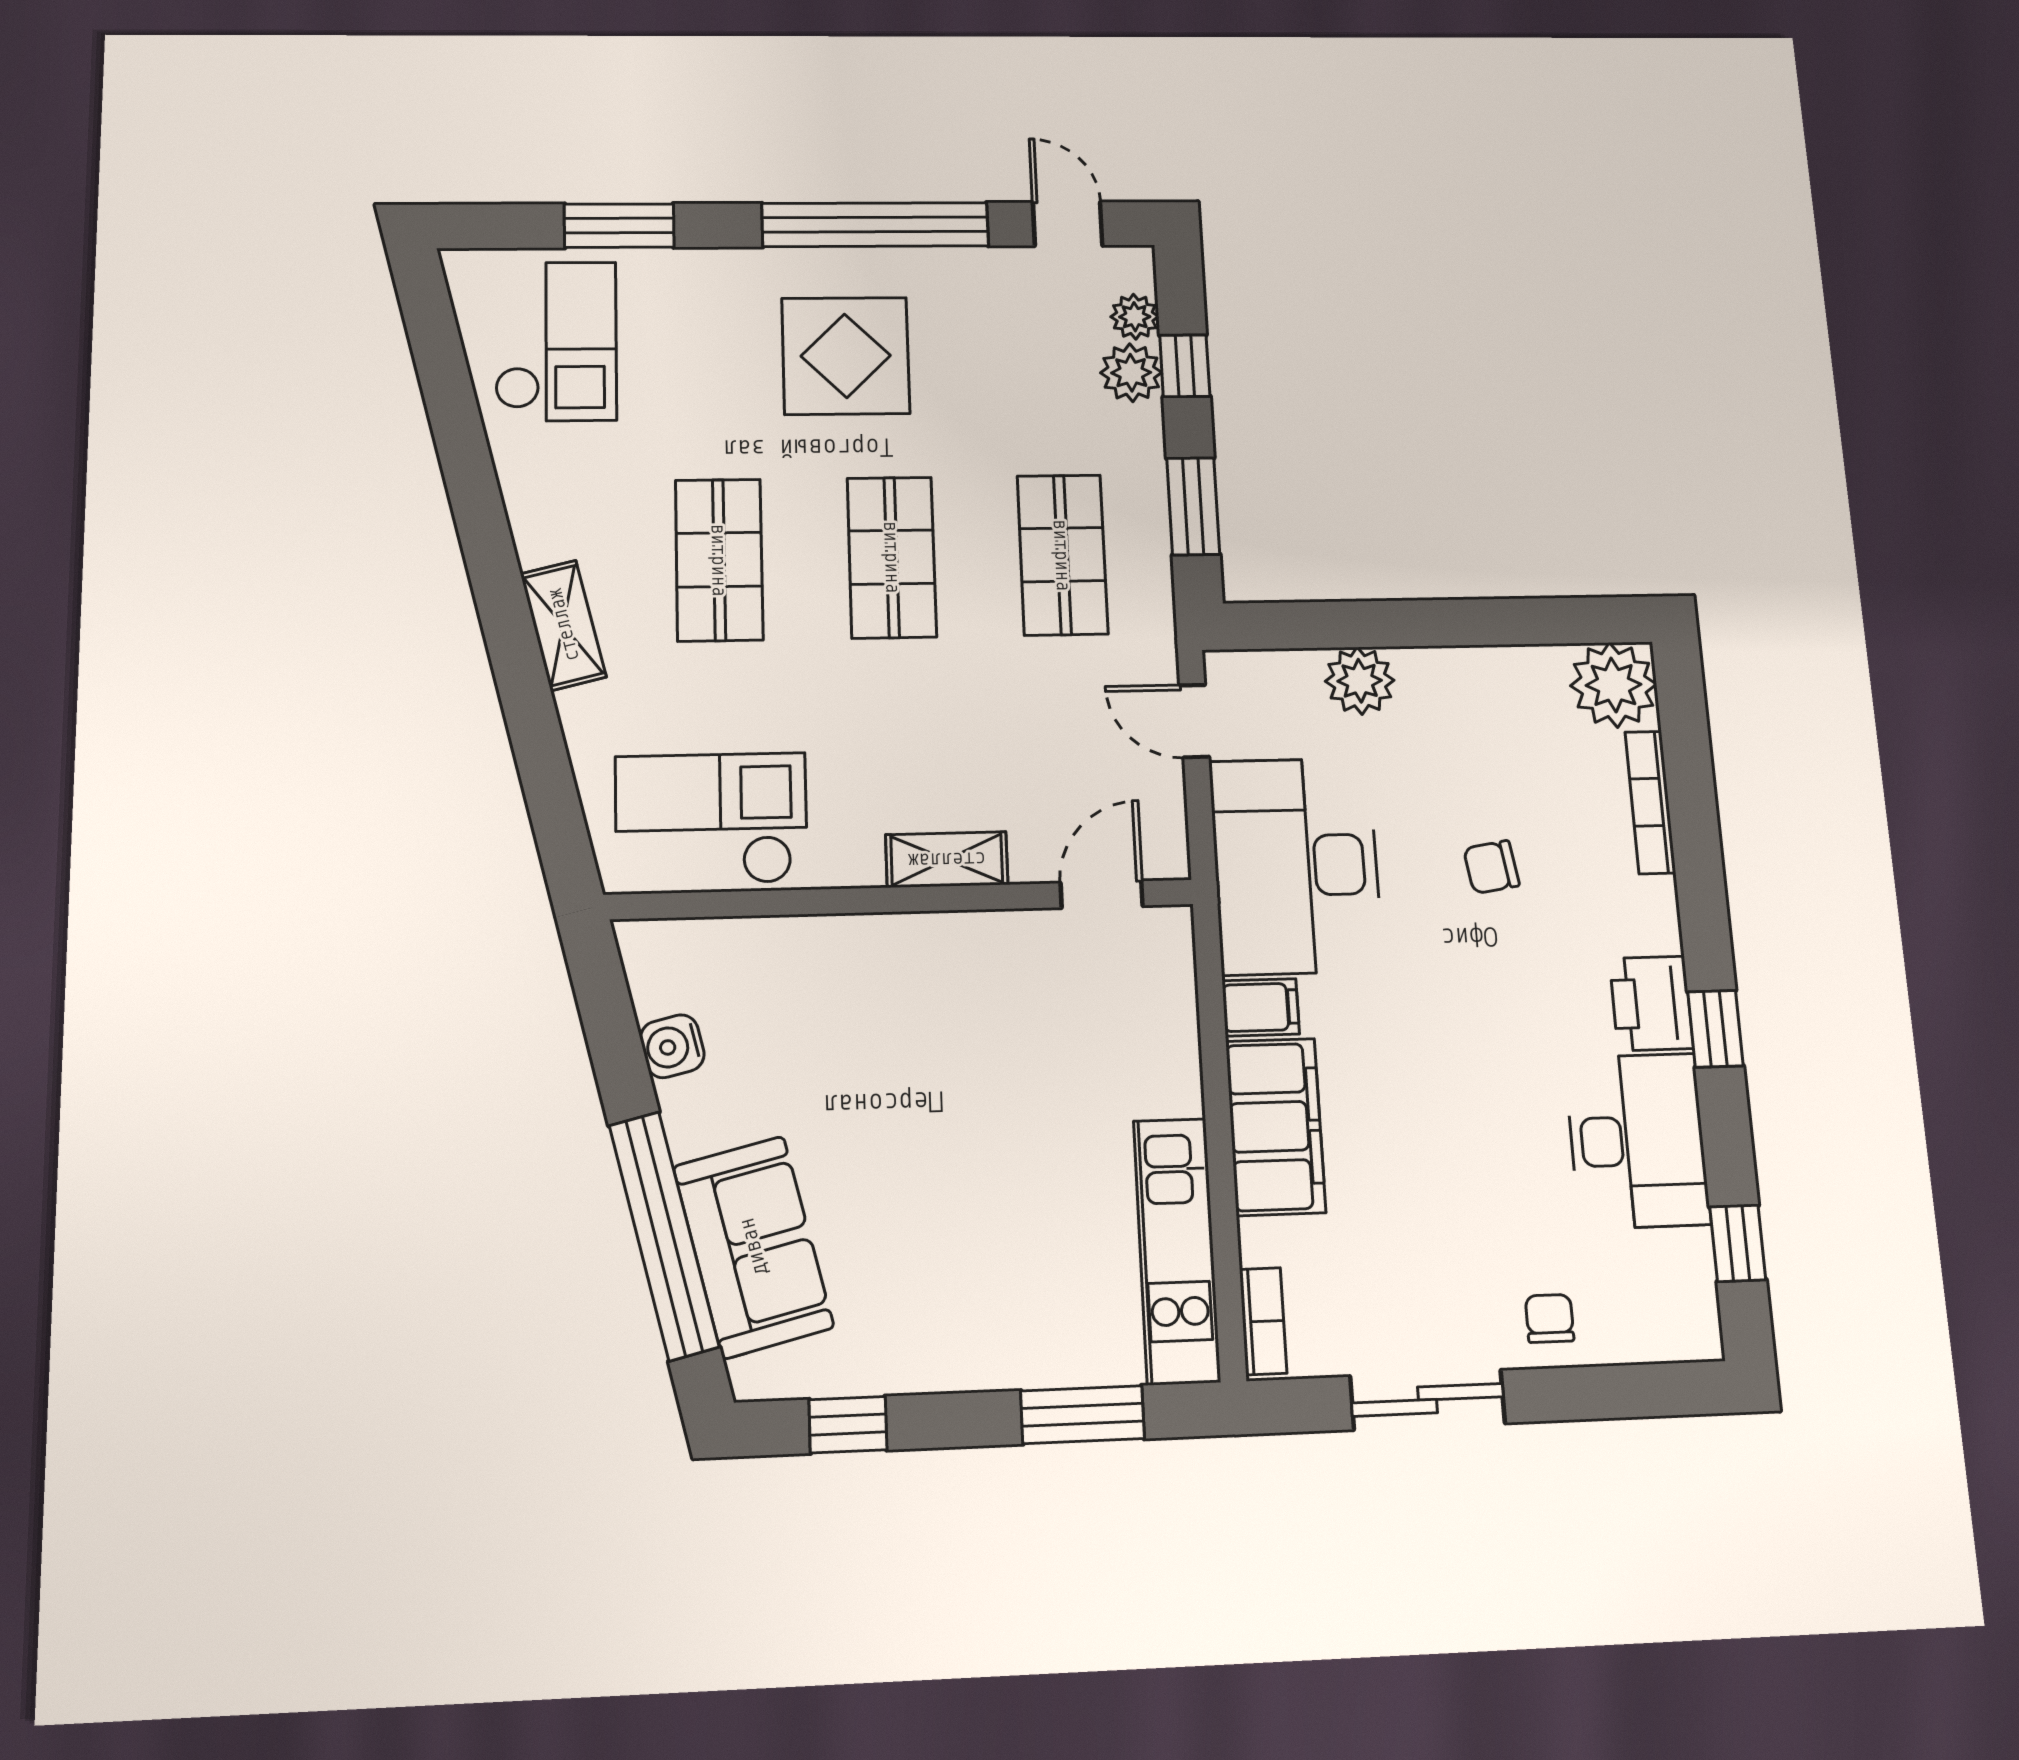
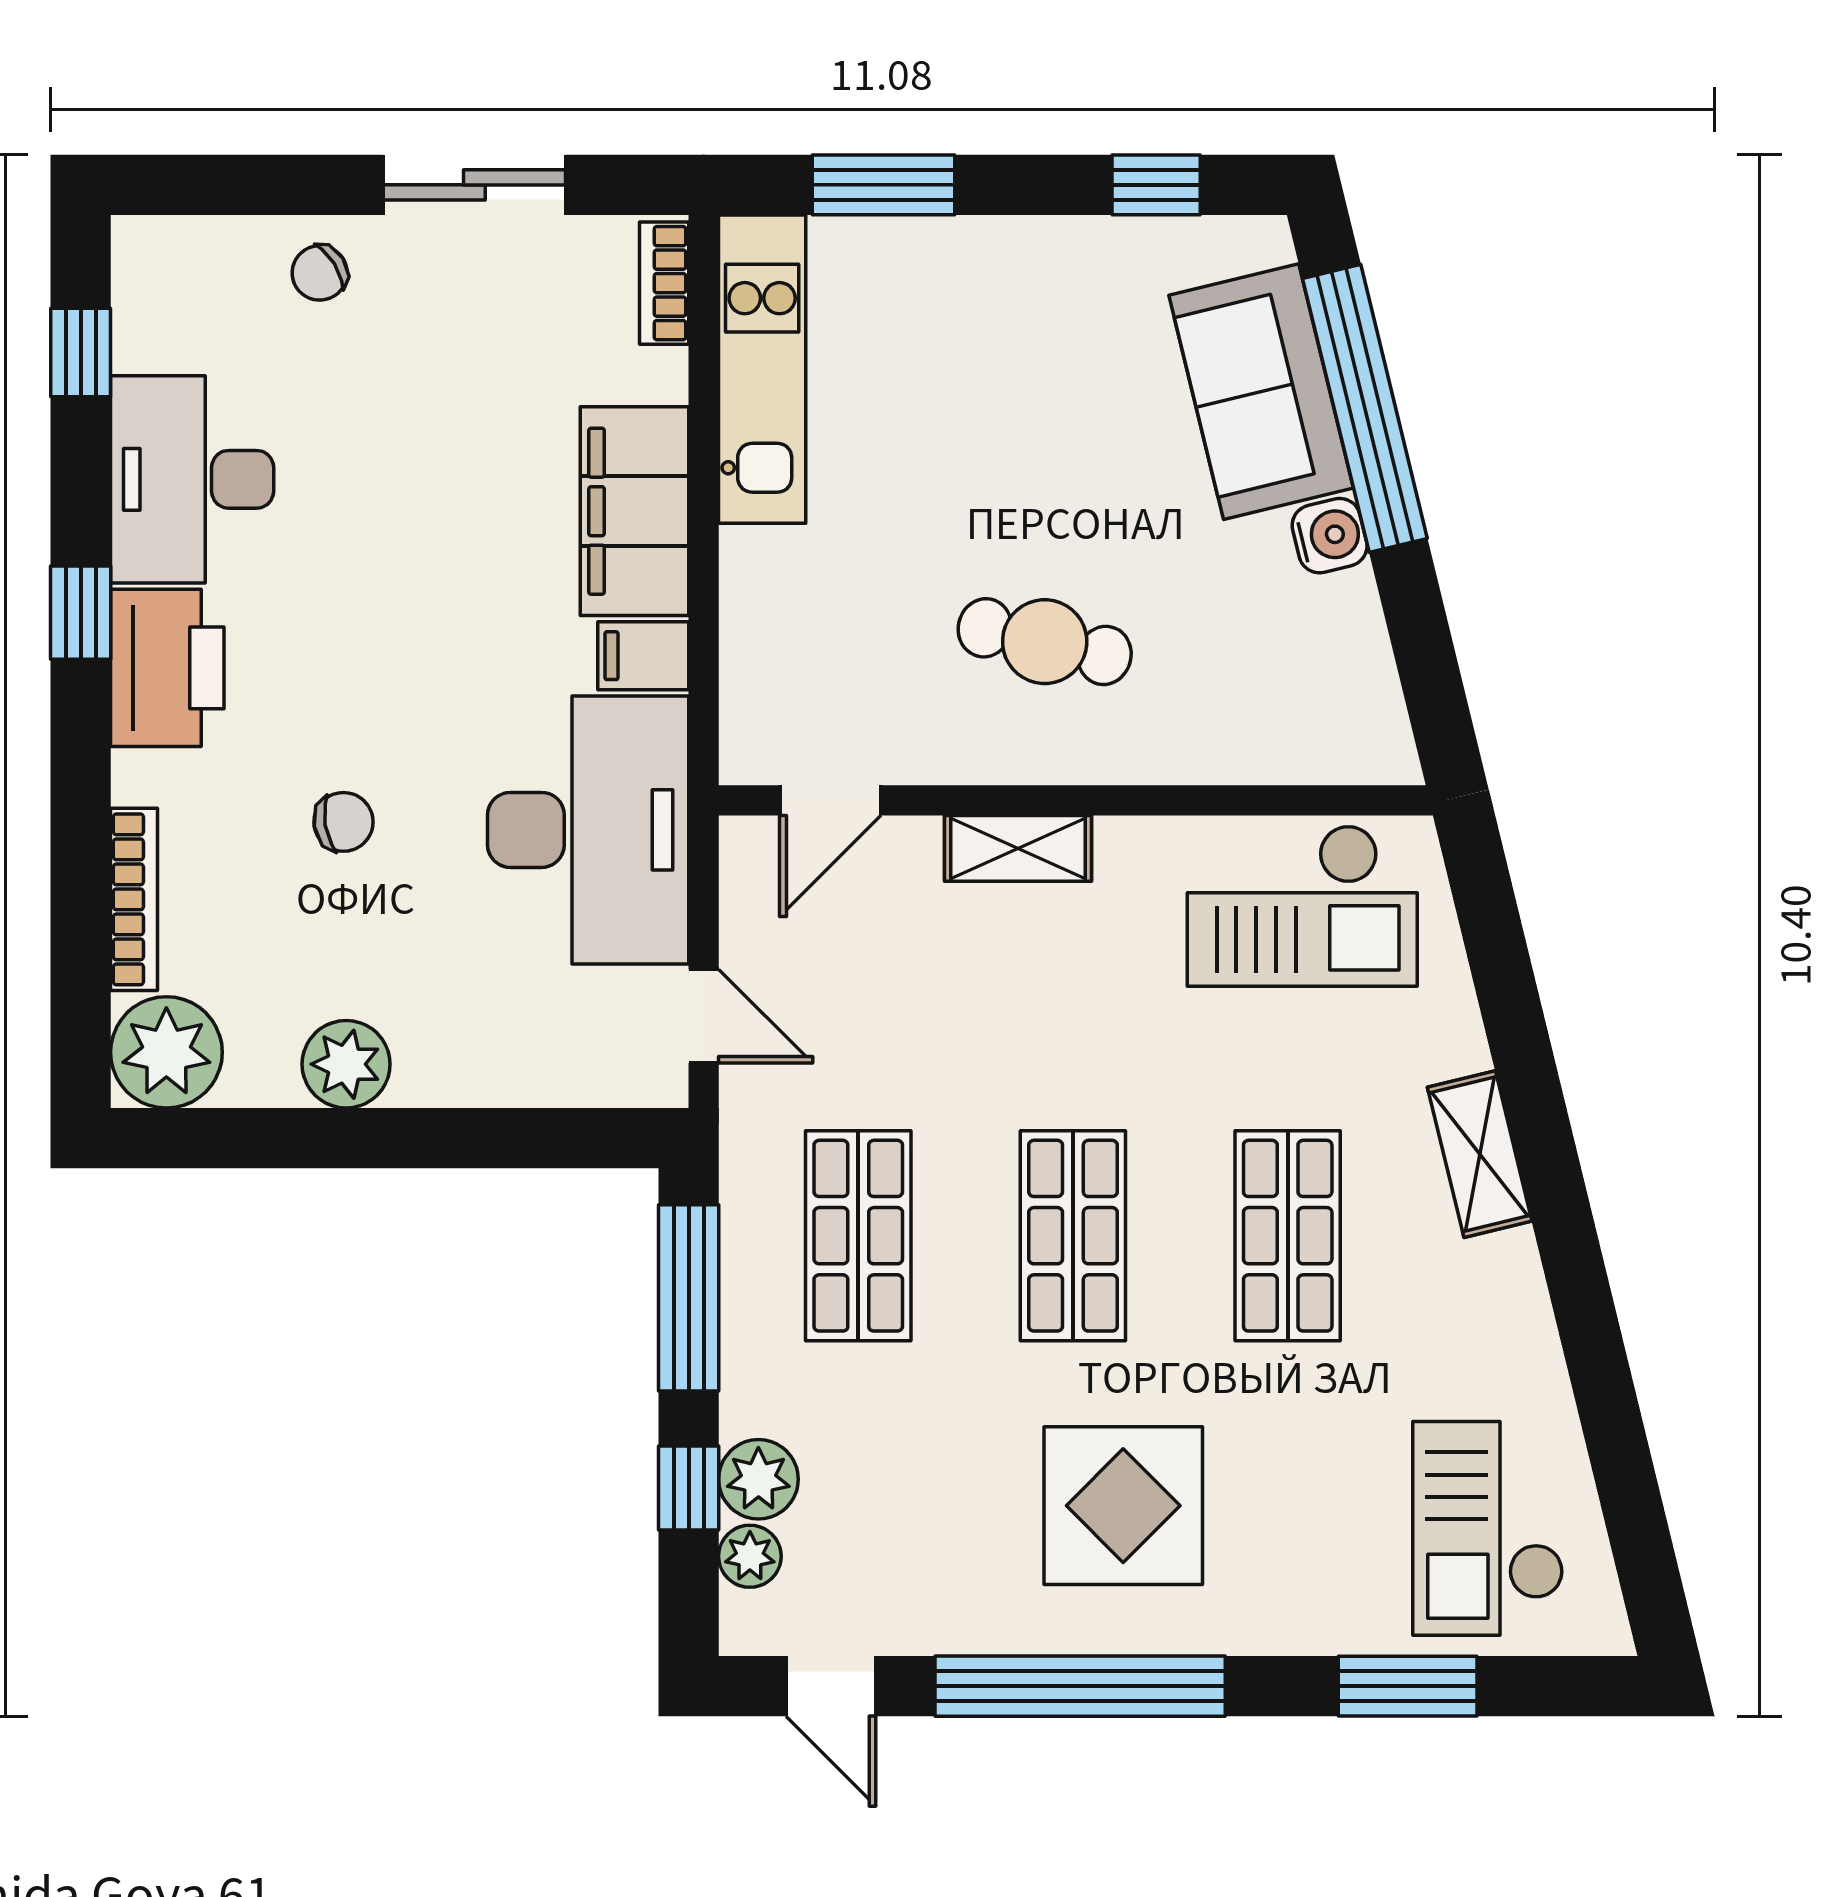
window: (1193, 506) -> (689, 1298), width x1.44
plant: (1360, 681) -> (346, 1064), moved
printer: (1651, 1003) -> (167, 668), width x1.37, depth x1.19
cafe table: (931, 1029) -> (1045, 642), added
water cooler: (672, 1046) -> (1330, 536), moved
chair: (1550, 1318) -> (320, 273), turned 58

